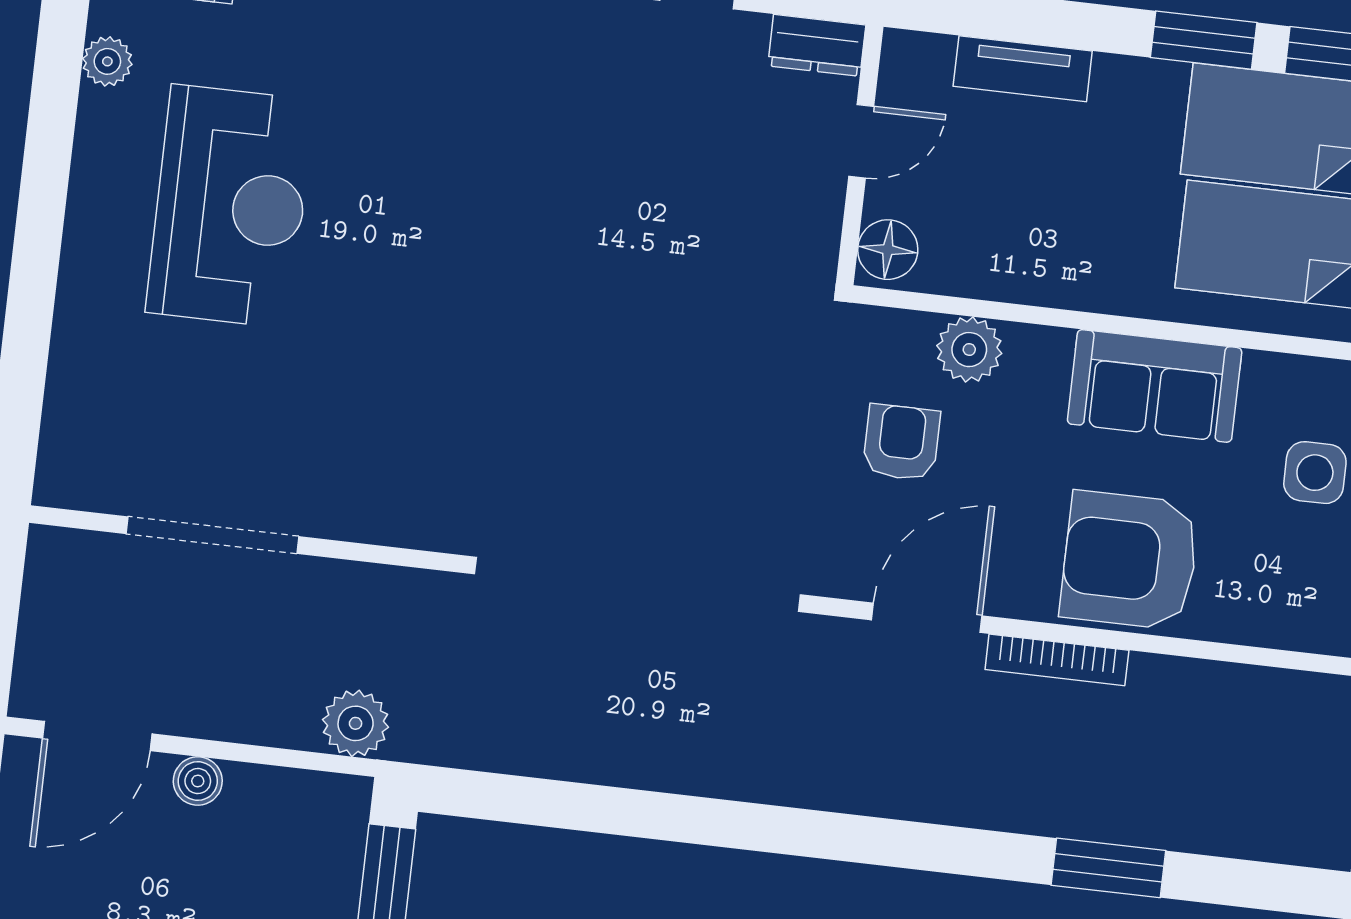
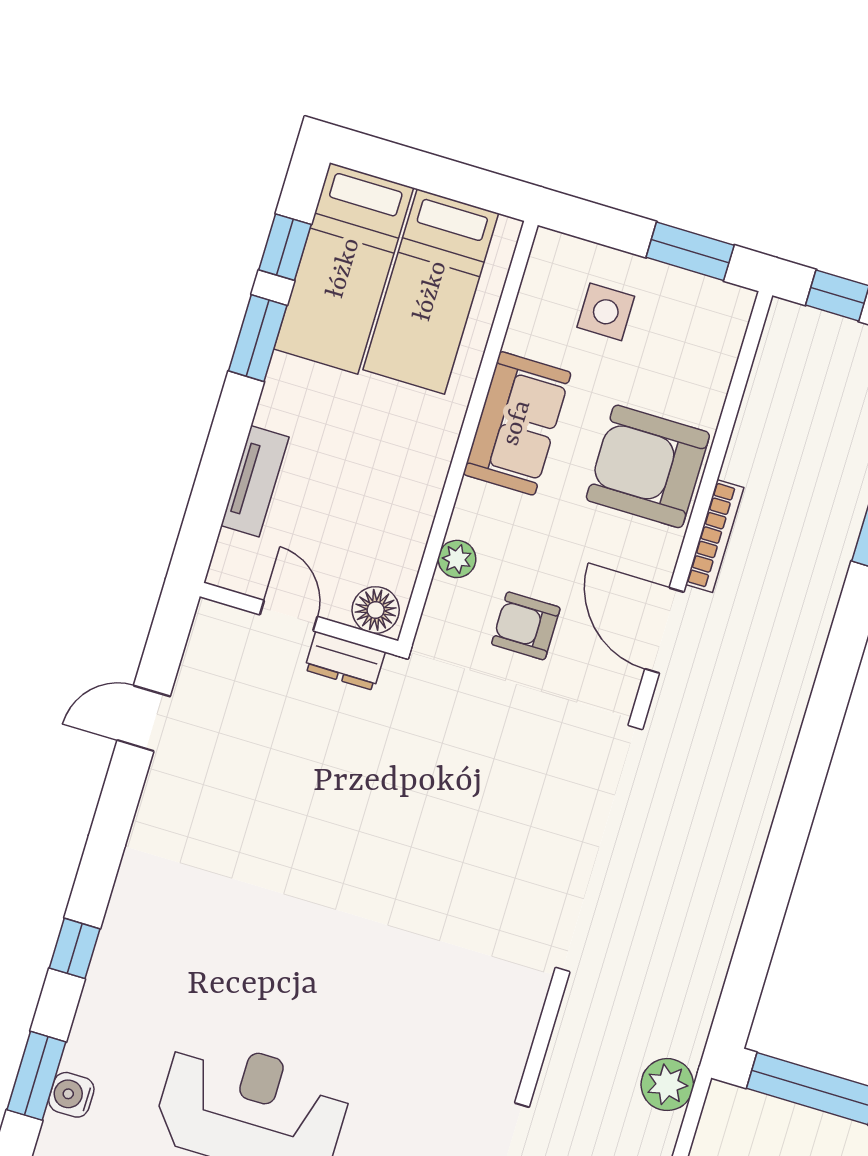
dresser: (817, 45) -> (345, 661), moved, turned 90
plant: (969, 350) -> (457, 559), width x0.73, depth x0.73
armchair: (1130, 560) -> (648, 466), turned 90

